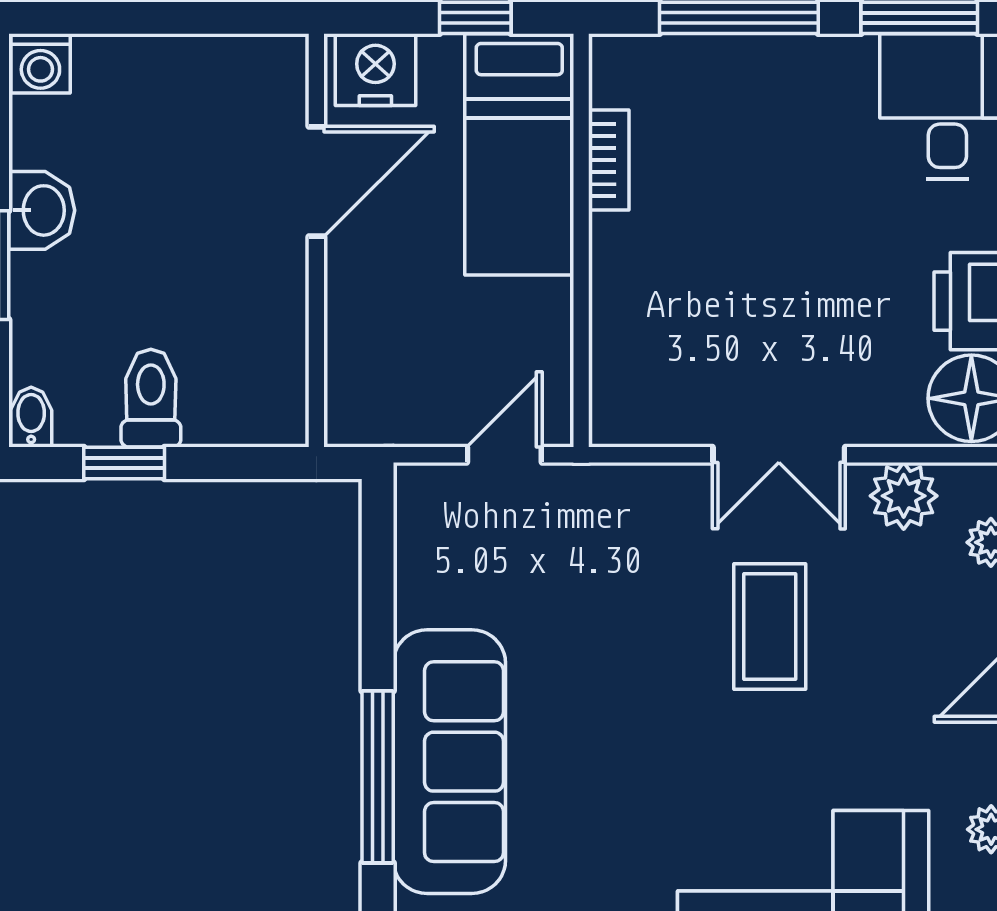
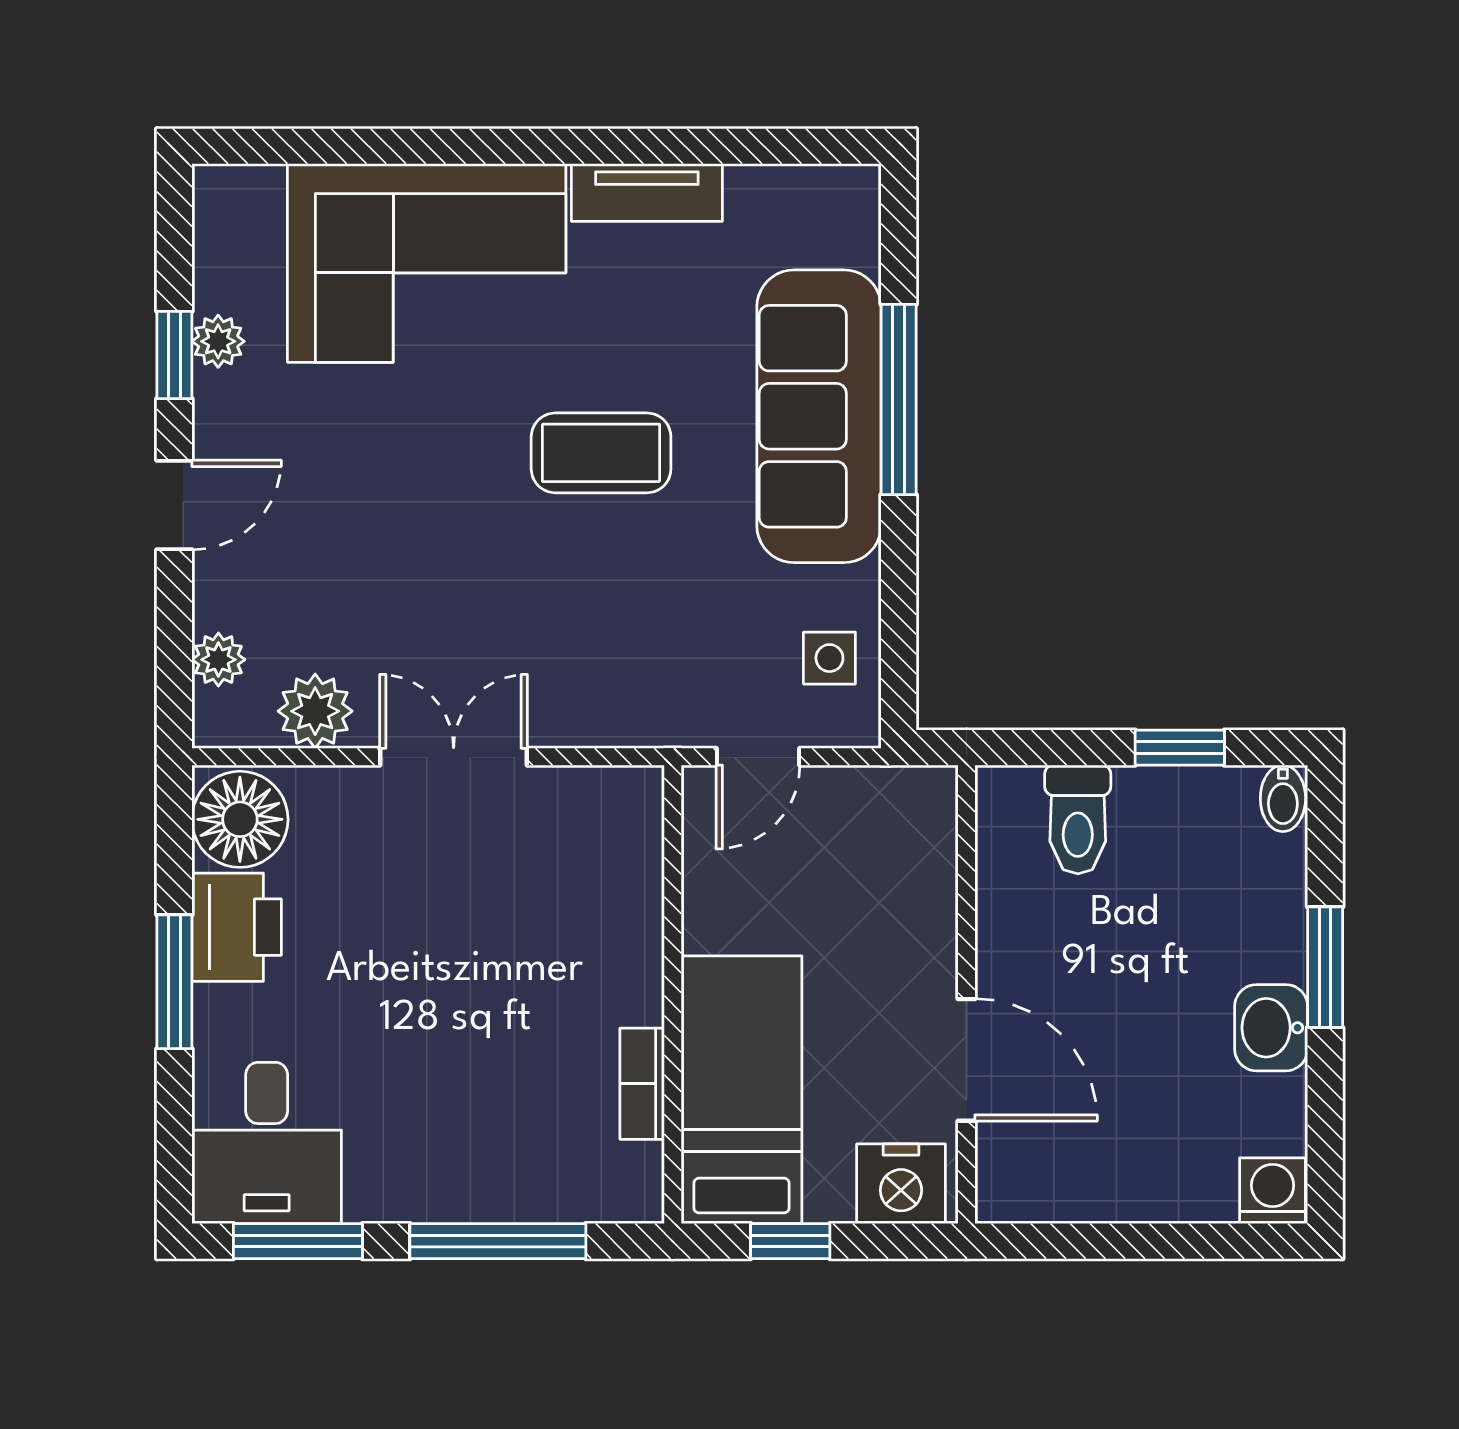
door: (316, 181) -> (966, 1060), swing flipped
toilet: (151, 398) -> (1078, 819), moved
side table: (440, 544) -> (829, 658), added
coffee table: (770, 627) -> (601, 453), moved, turned 90

